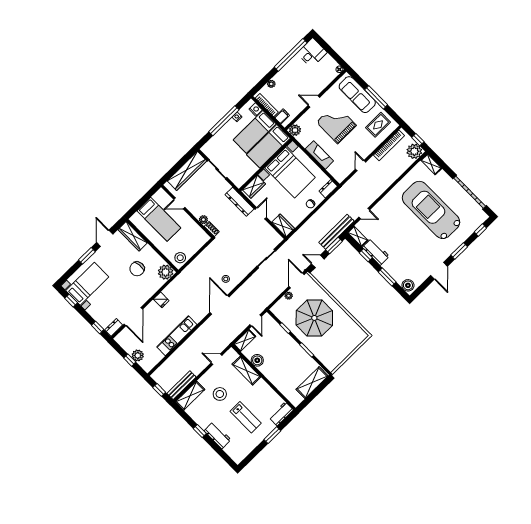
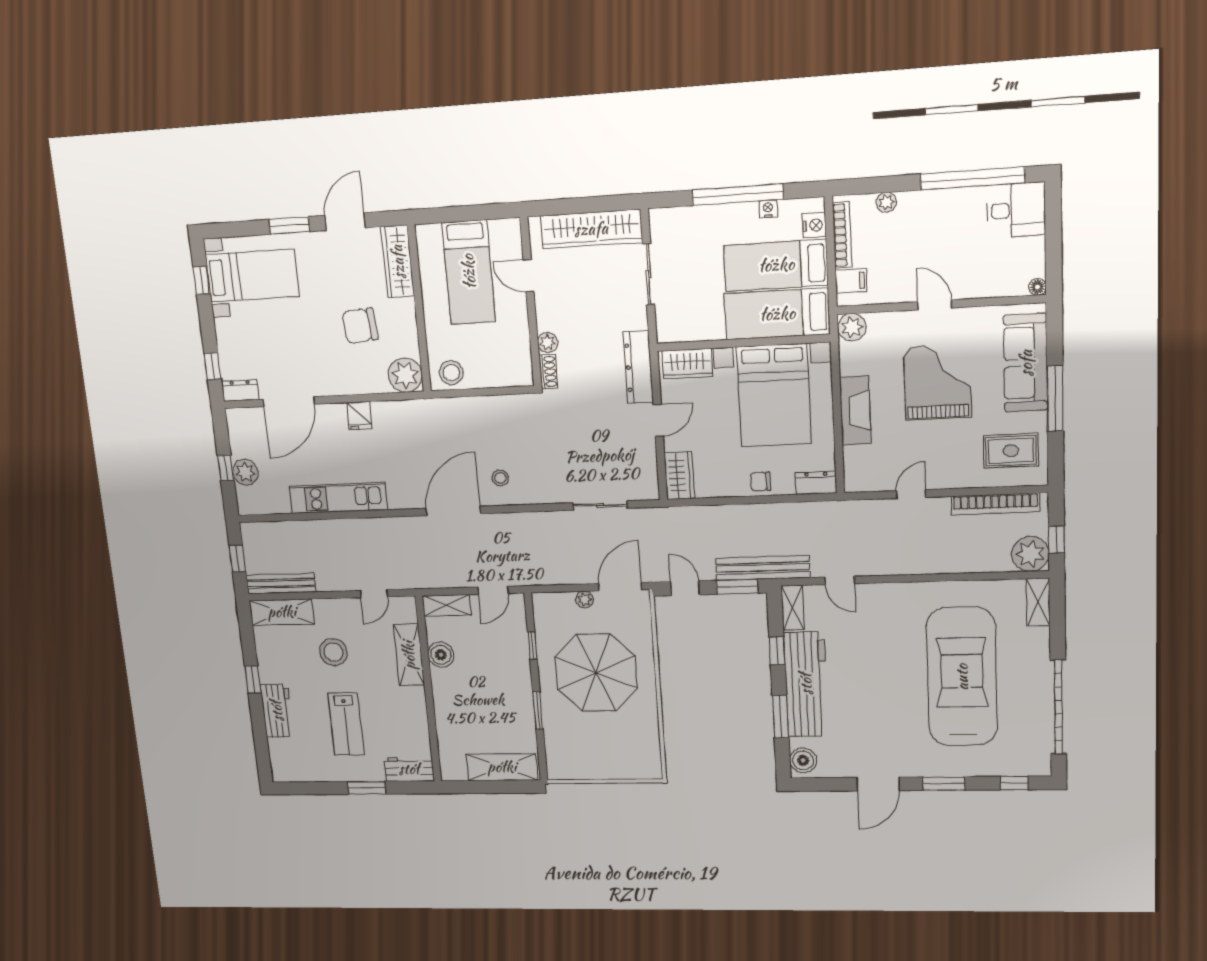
workbench: (376, 252) -> (806, 684), width x1.88, depth x1.32
door: (217, 359) -> (374, 594), swing flipped

